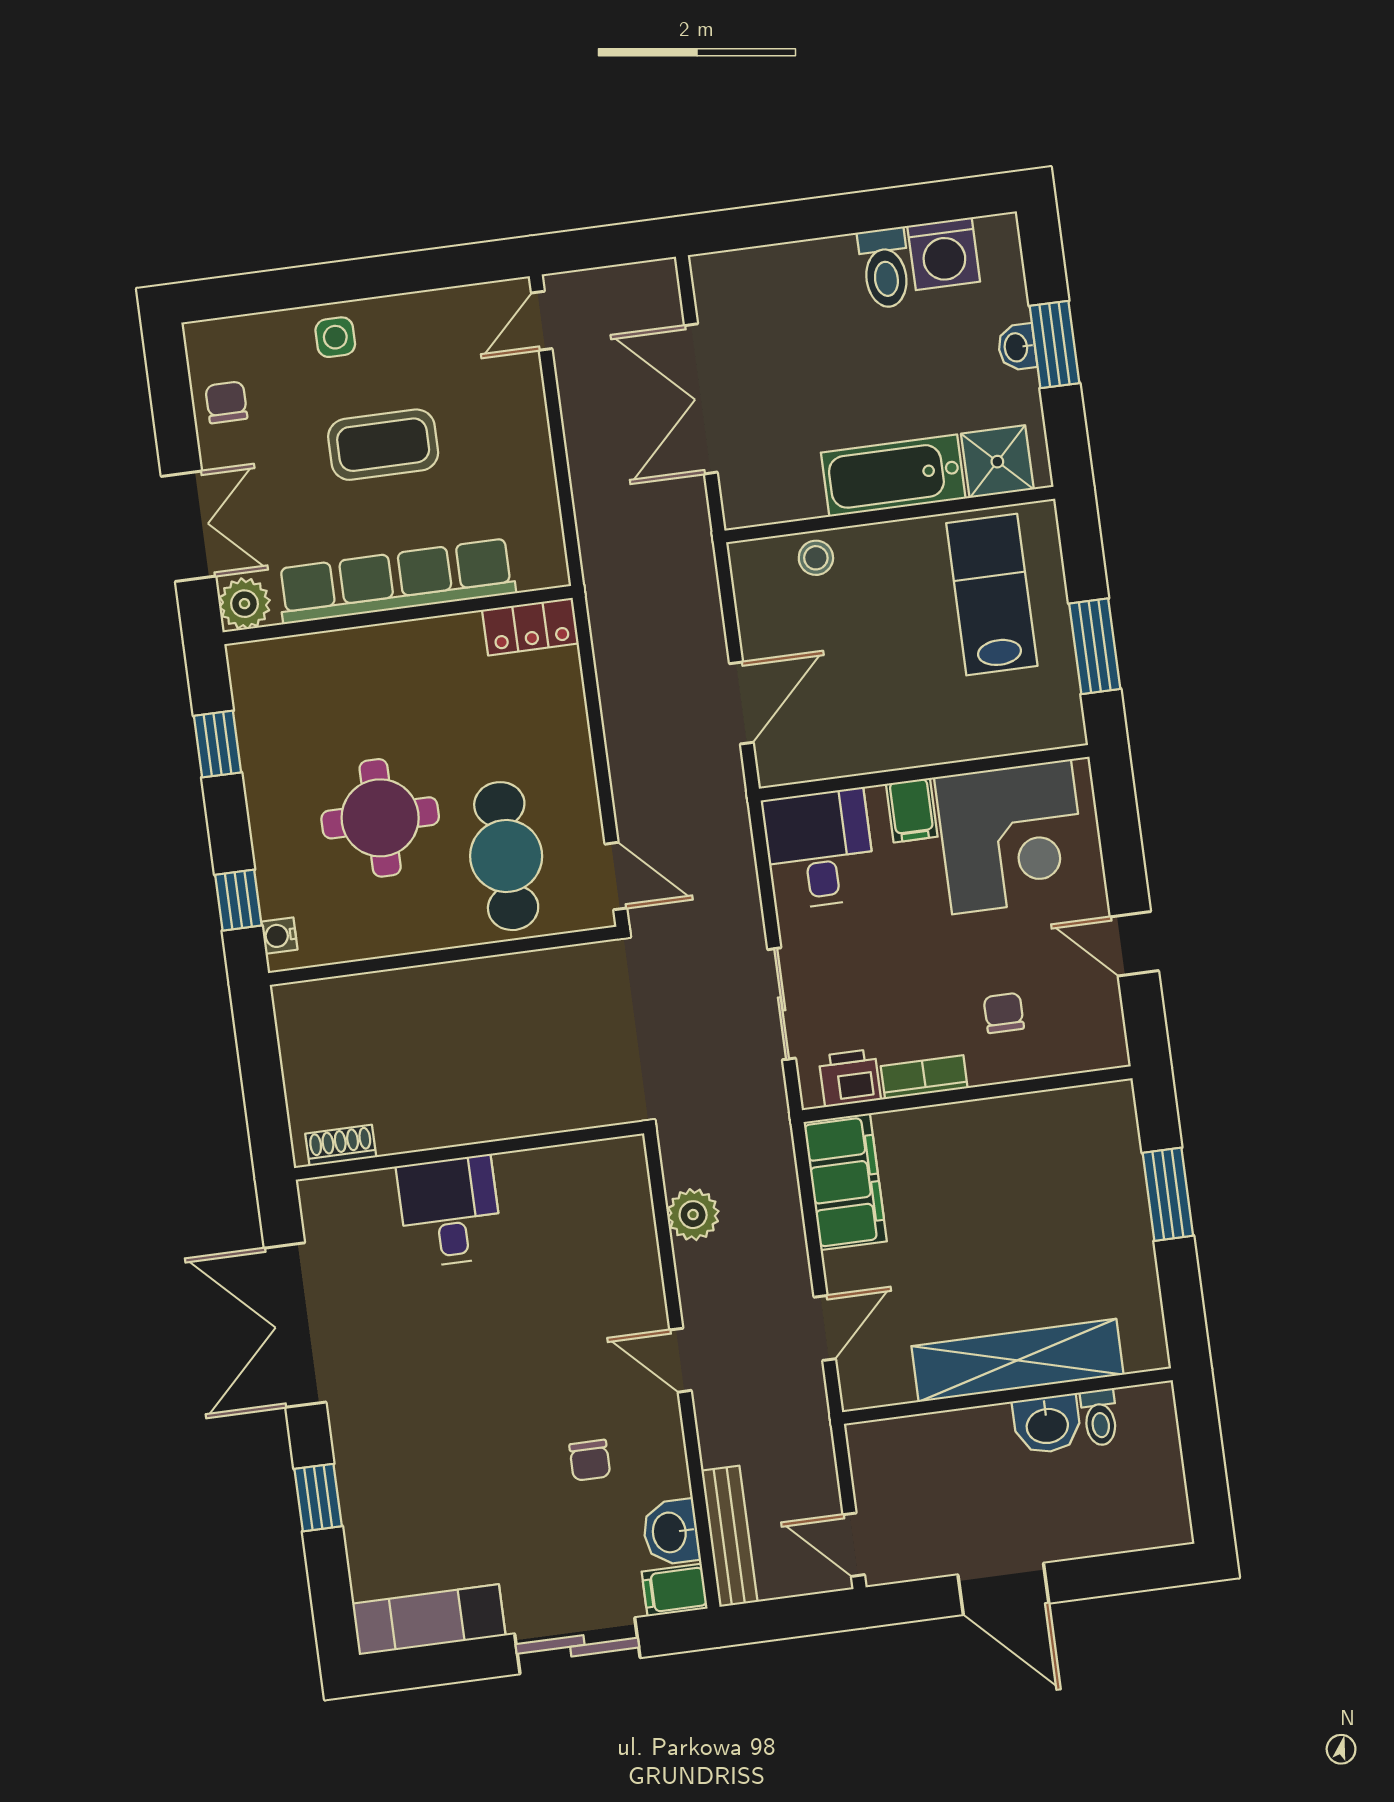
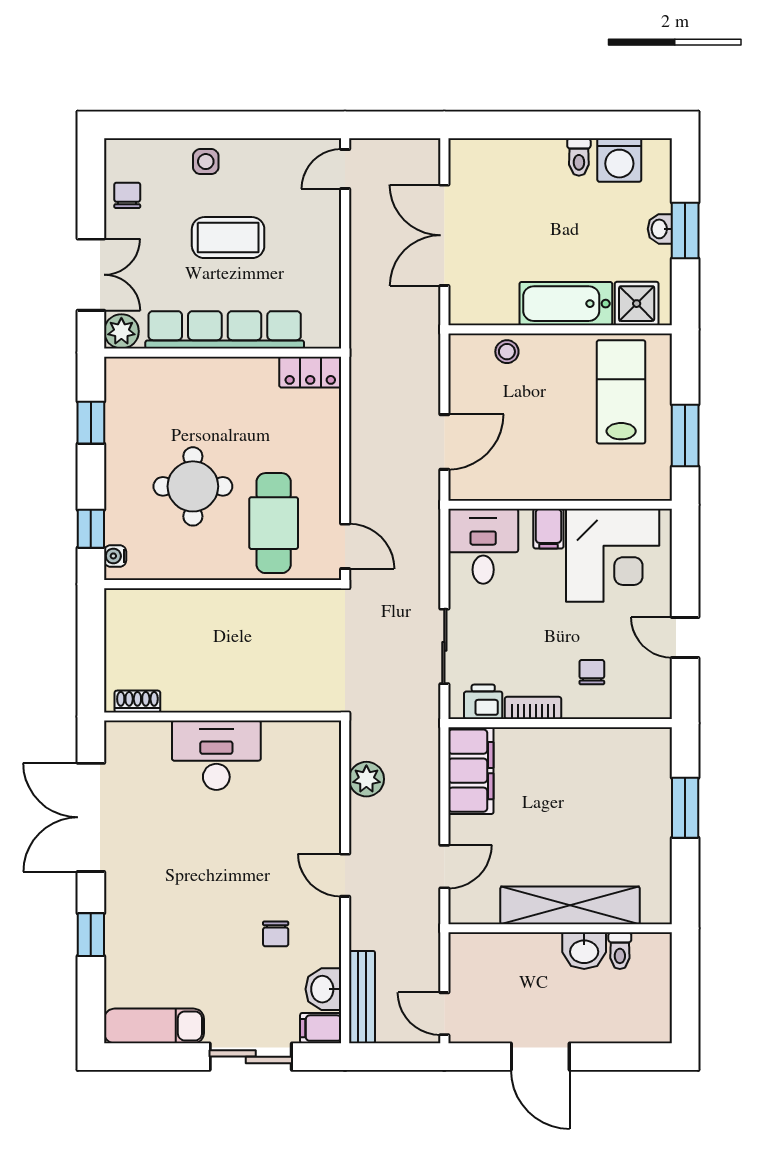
toilet: (885, 268) -> (579, 157), width x0.73, depth x0.72
desk: (450, 1211) -> (216, 755), width x1.37

